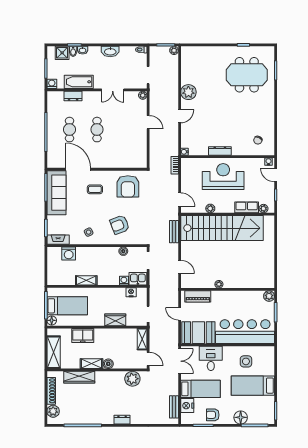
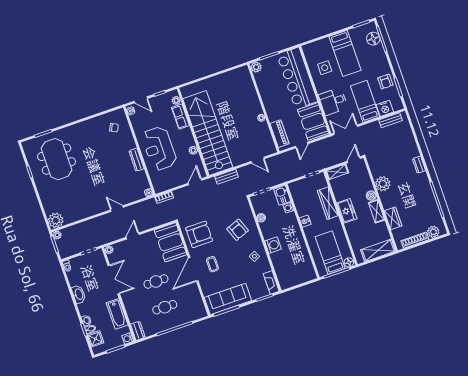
double door: (113, 90) -> (114, 280), width x1.37
plant: (188, 92) -> (56, 220), moved
dresser: (73, 96) -> (138, 331), moved
booth: (130, 156) -> (171, 242), added
door: (78, 169) -> (193, 269), moved
door: (276, 175) -> (141, 100), hinge flipped
washing machine: (69, 254) -> (273, 245), moved
door: (180, 267) -> (258, 160), swing flipped
shelving: (86, 280) -> (300, 243), removed
nightstand: (131, 292) -> (305, 221), moved
wardrobe: (115, 320) -> (328, 203), width x1.50
freezer: (83, 335) -> (347, 211), moved
wardrobe: (79, 377) -> (393, 218), width x0.67
plant: (132, 379) -> (383, 184), moved
floor lamp: (241, 417) -> (373, 39), moved

